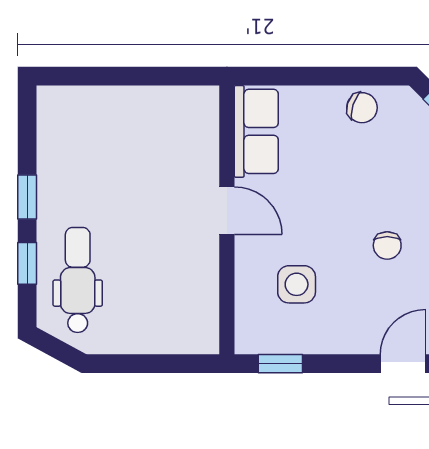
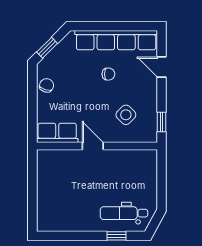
window: (27, 197) -> (87, 236), removed
door: (227, 211) -> (93, 146), hinge flipped
side table: (297, 284) -> (126, 115), turned 45

